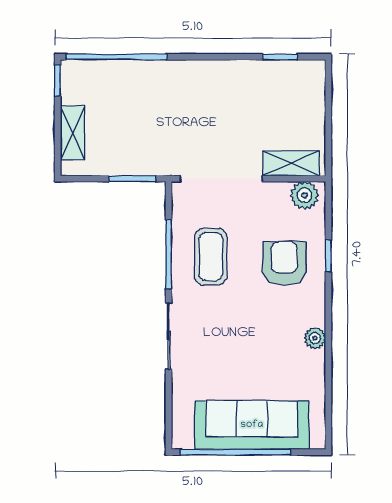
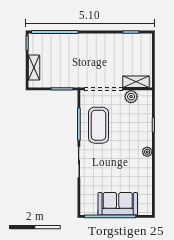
plant: (305, 195) -> (131, 97), moved
coffee table: (211, 257) -> (99, 125), width x1.36, depth x1.32
armchair: (284, 264) -> (133, 128), removed
plant: (315, 338) -> (147, 152), moved
sofa: (252, 425) -> (118, 204), width x0.73

